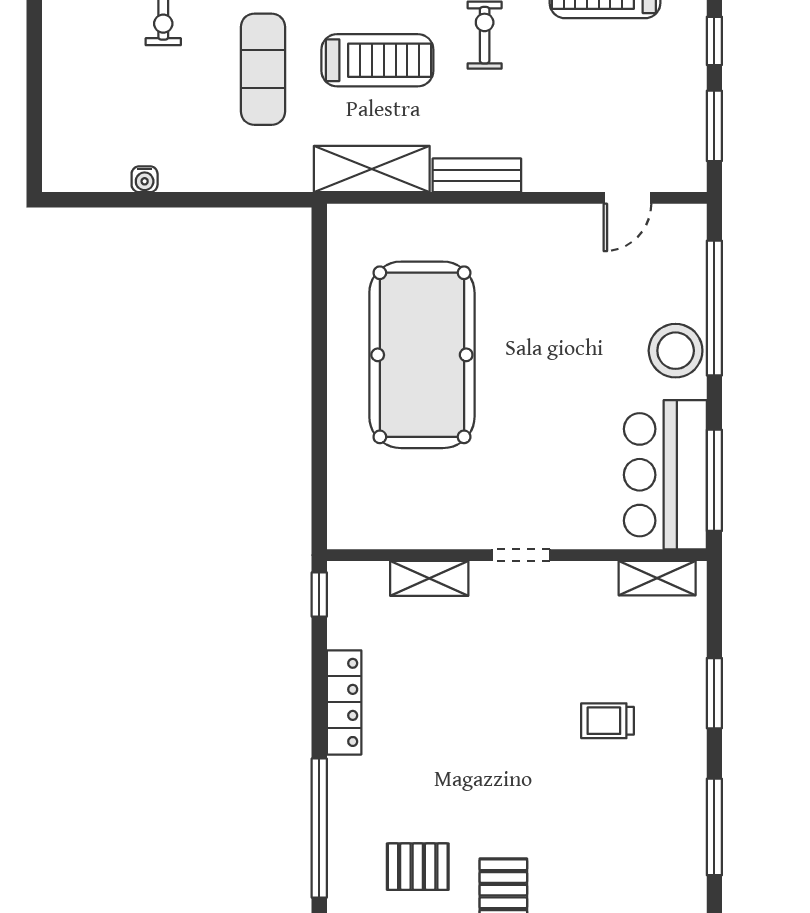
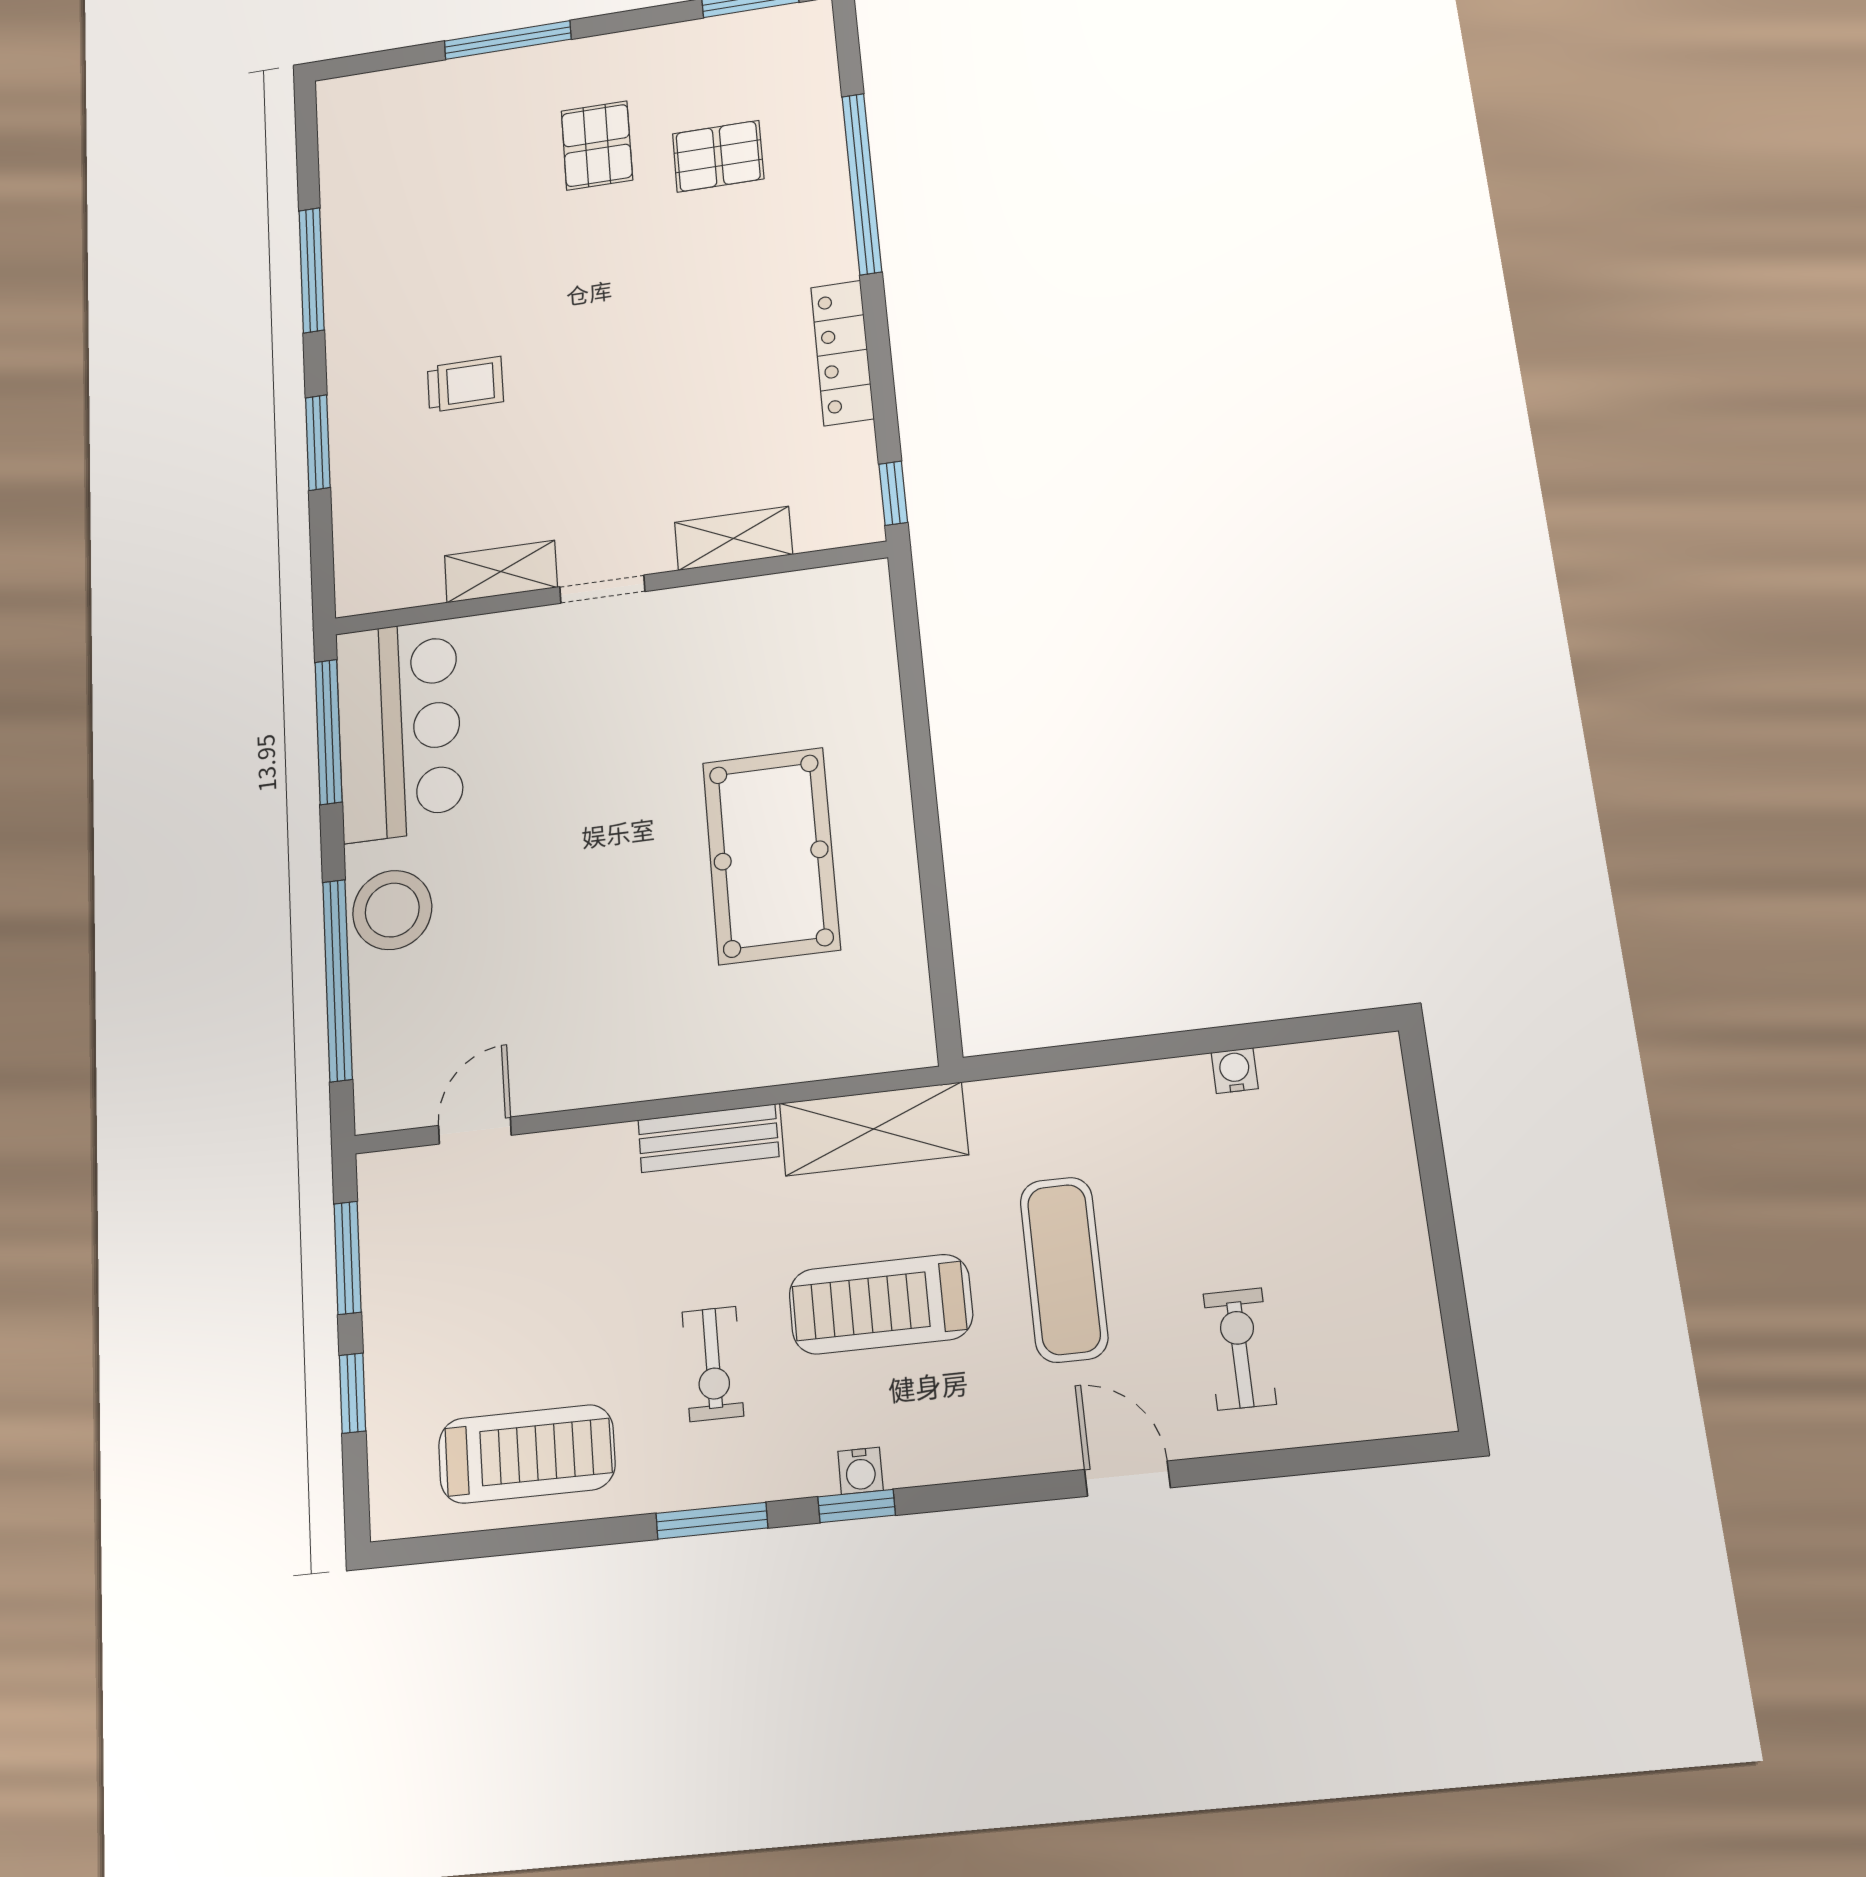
pool table: (422, 355) -> (771, 855), width x0.73, depth x0.76
shelving: (657, 578) -> (501, 572), moved

